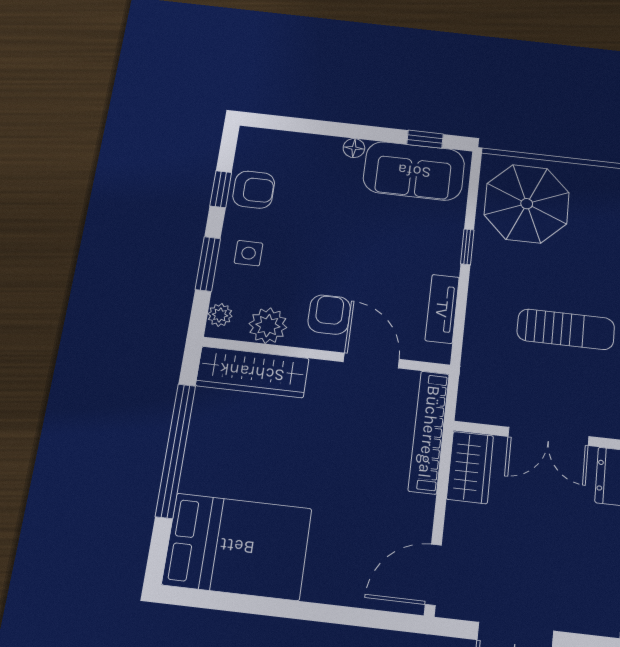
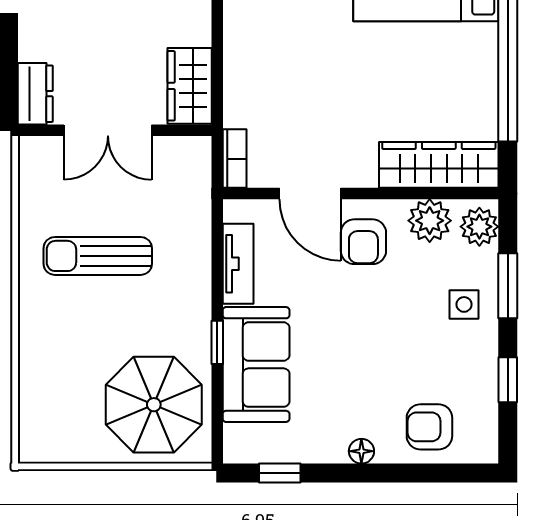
sofa: (414, 171) -> (256, 365), moved, turned 90
armchair: (254, 190) -> (429, 427), moved
plant: (220, 315) -> (479, 227), width x1.38, depth x1.38
bookcase: (429, 432) -> (235, 159), width x0.43, depth x0.76
double door: (548, 436) -> (108, 130), swing flipped

